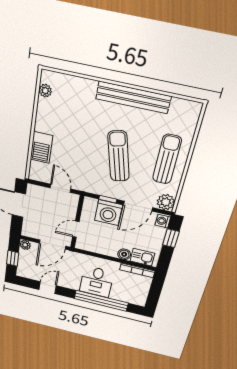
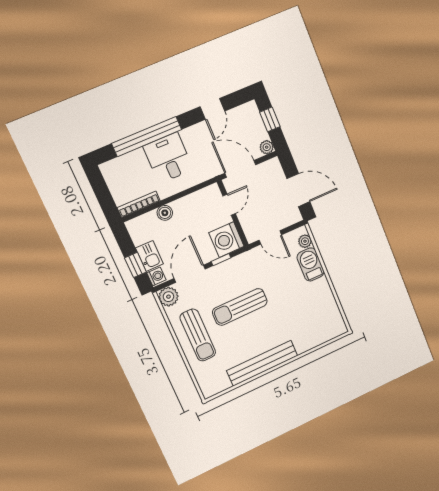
plant: (45, 91) -> (305, 241), moved
sun lounger: (119, 156) -> (240, 307), turned 105
washing machine: (108, 213) -> (226, 240), moved, turned -90
door: (53, 245) -> (240, 169), hinge flipped
kitchen sink: (142, 257) -> (150, 256), moved, turned -90

